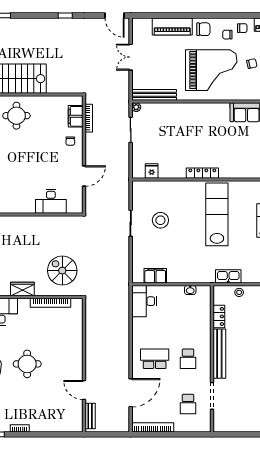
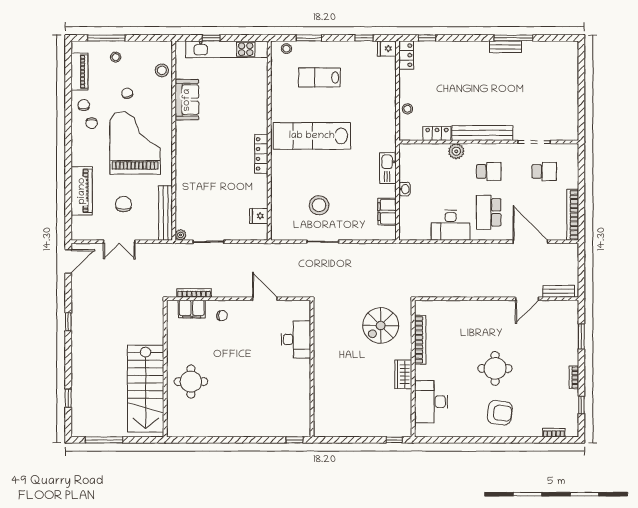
chair: (203, 29) -> (124, 204), moved
kitchen sink: (228, 276) -> (388, 168), moved
washbasin: (190, 290) -> (404, 189), moved
desk: (144, 301) -> (451, 225), moved
plant: (204, 332) -> (456, 151), added
window: (53, 434) -> (581, 336), added

